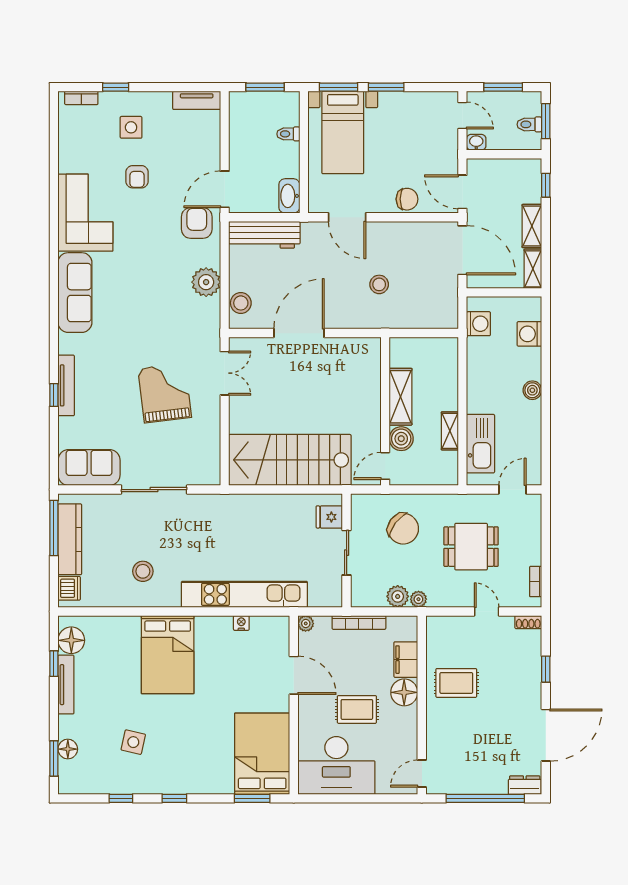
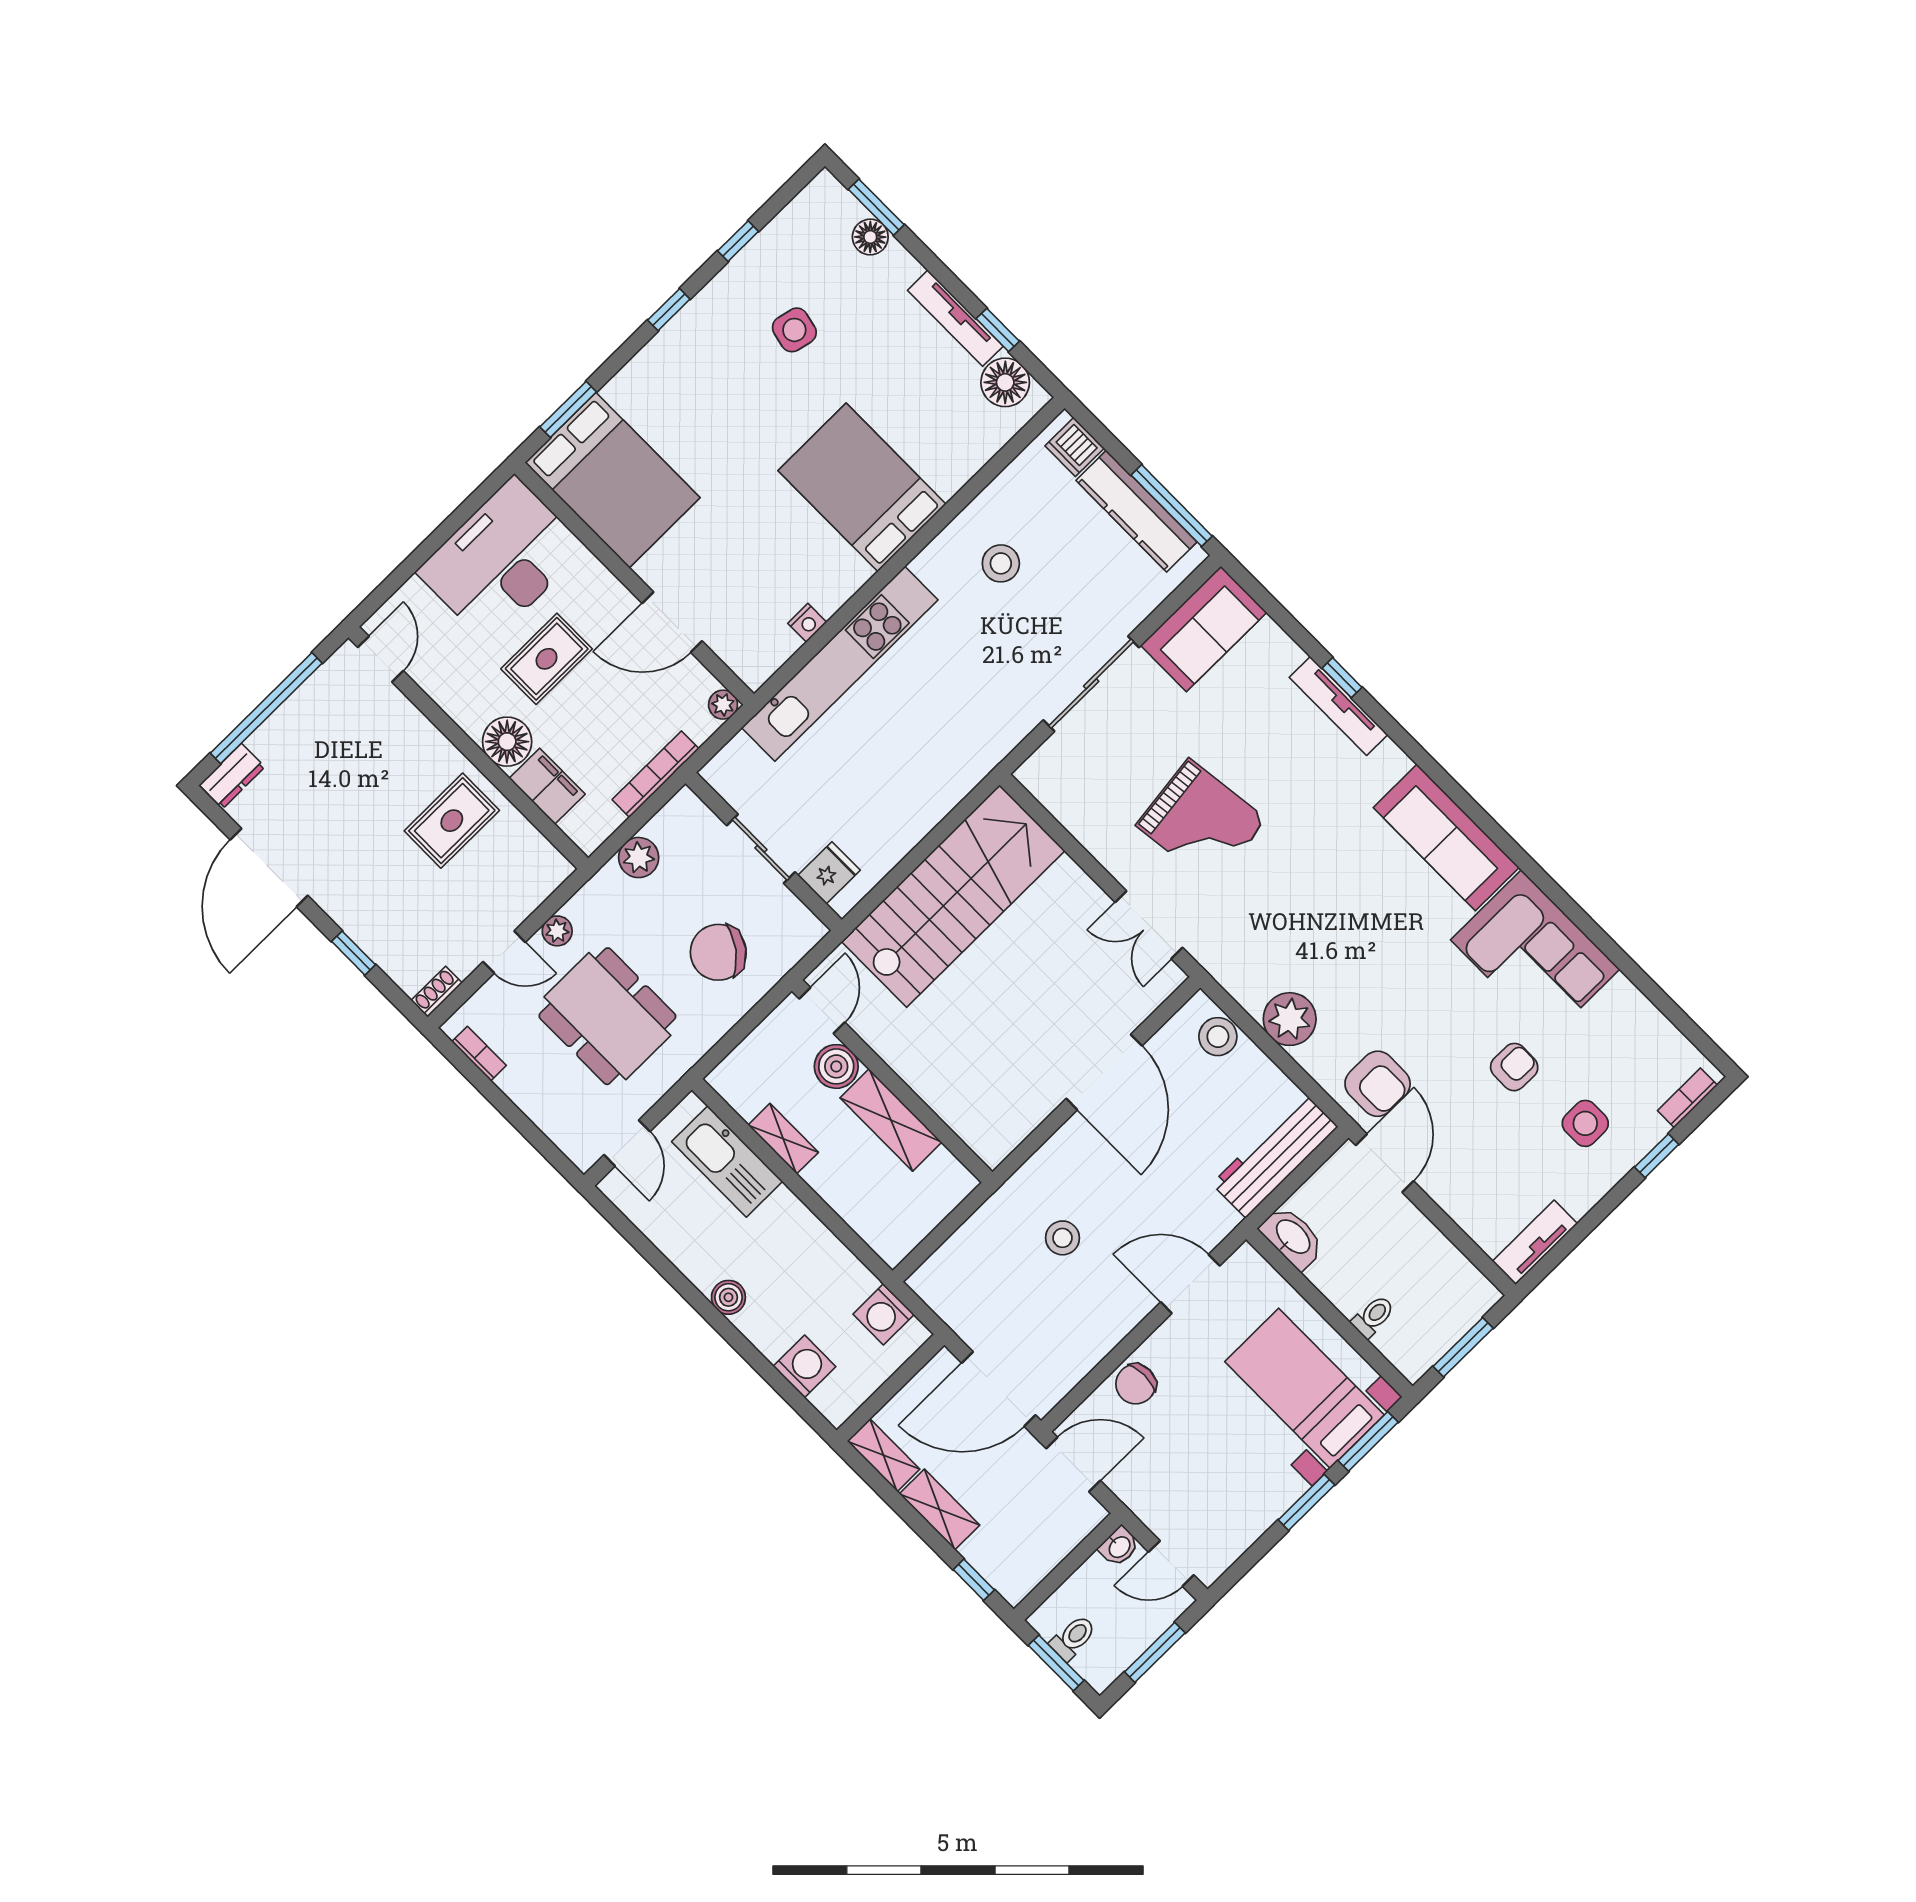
armchair: (137, 177) -> (1514, 1067), turned 91
dining table: (471, 547) -> (607, 1016), width x1.38
plant: (418, 599) -> (557, 931), moved

